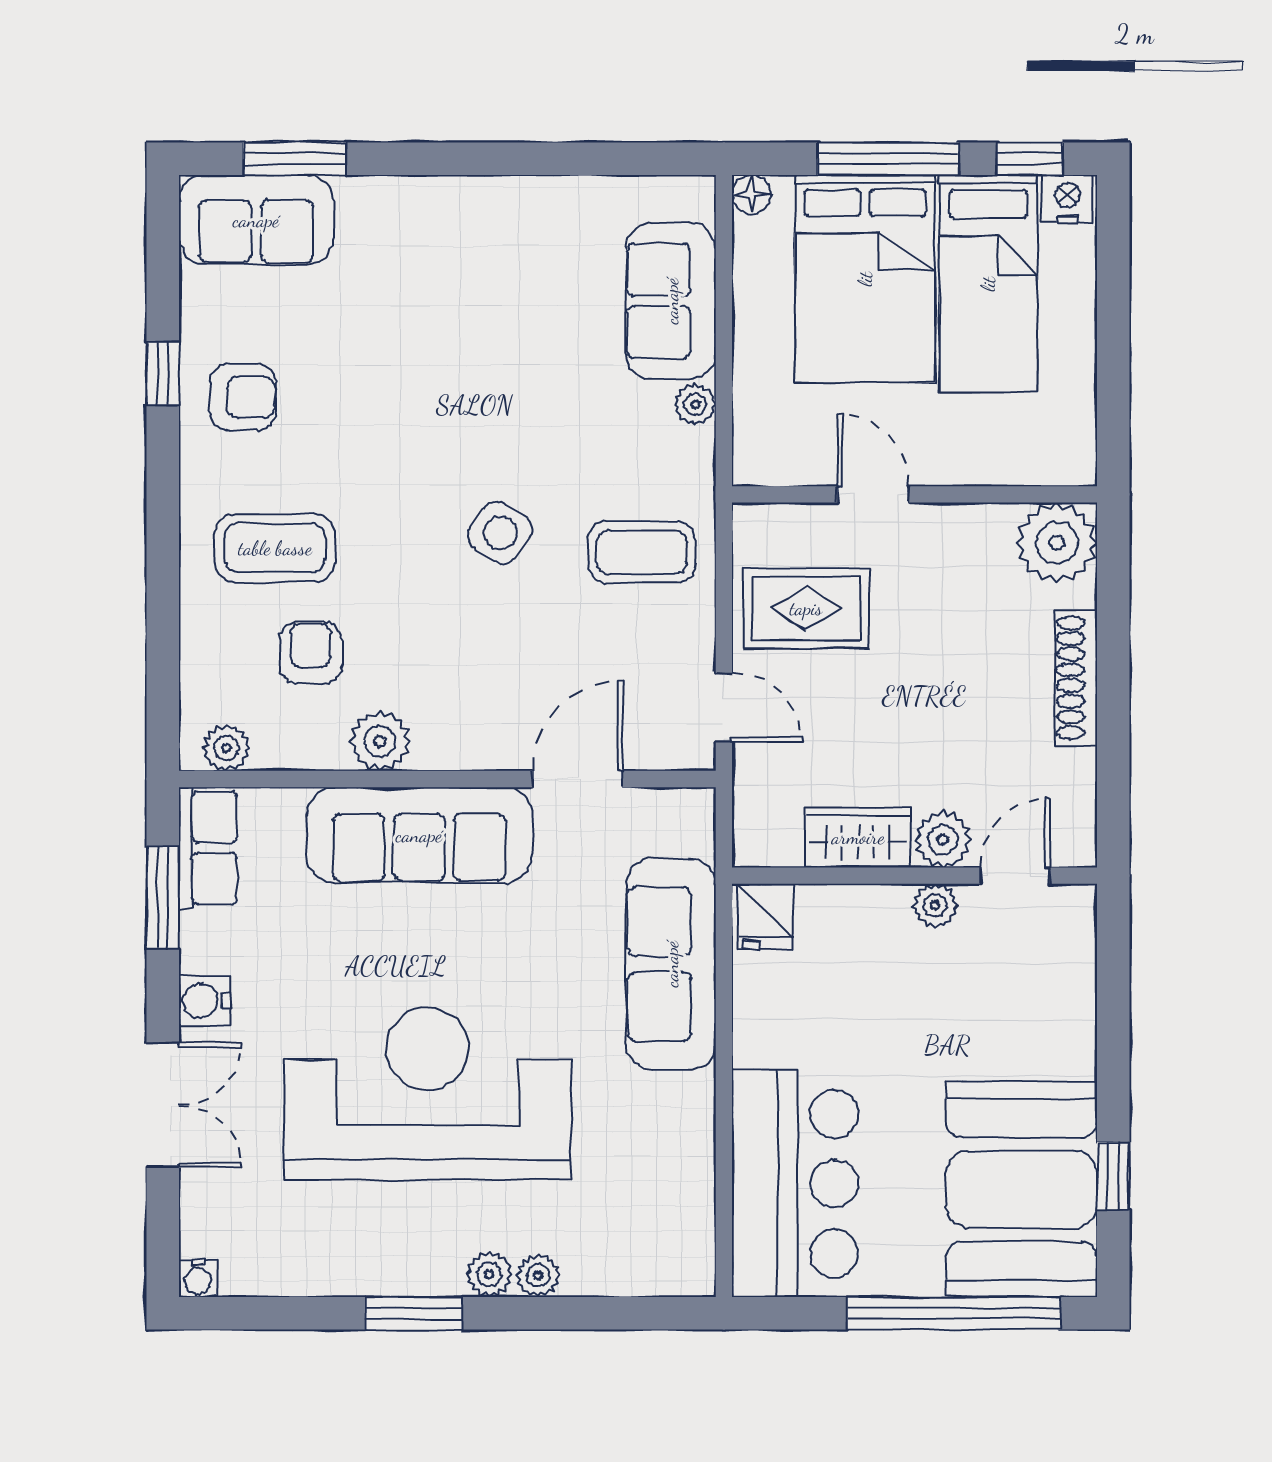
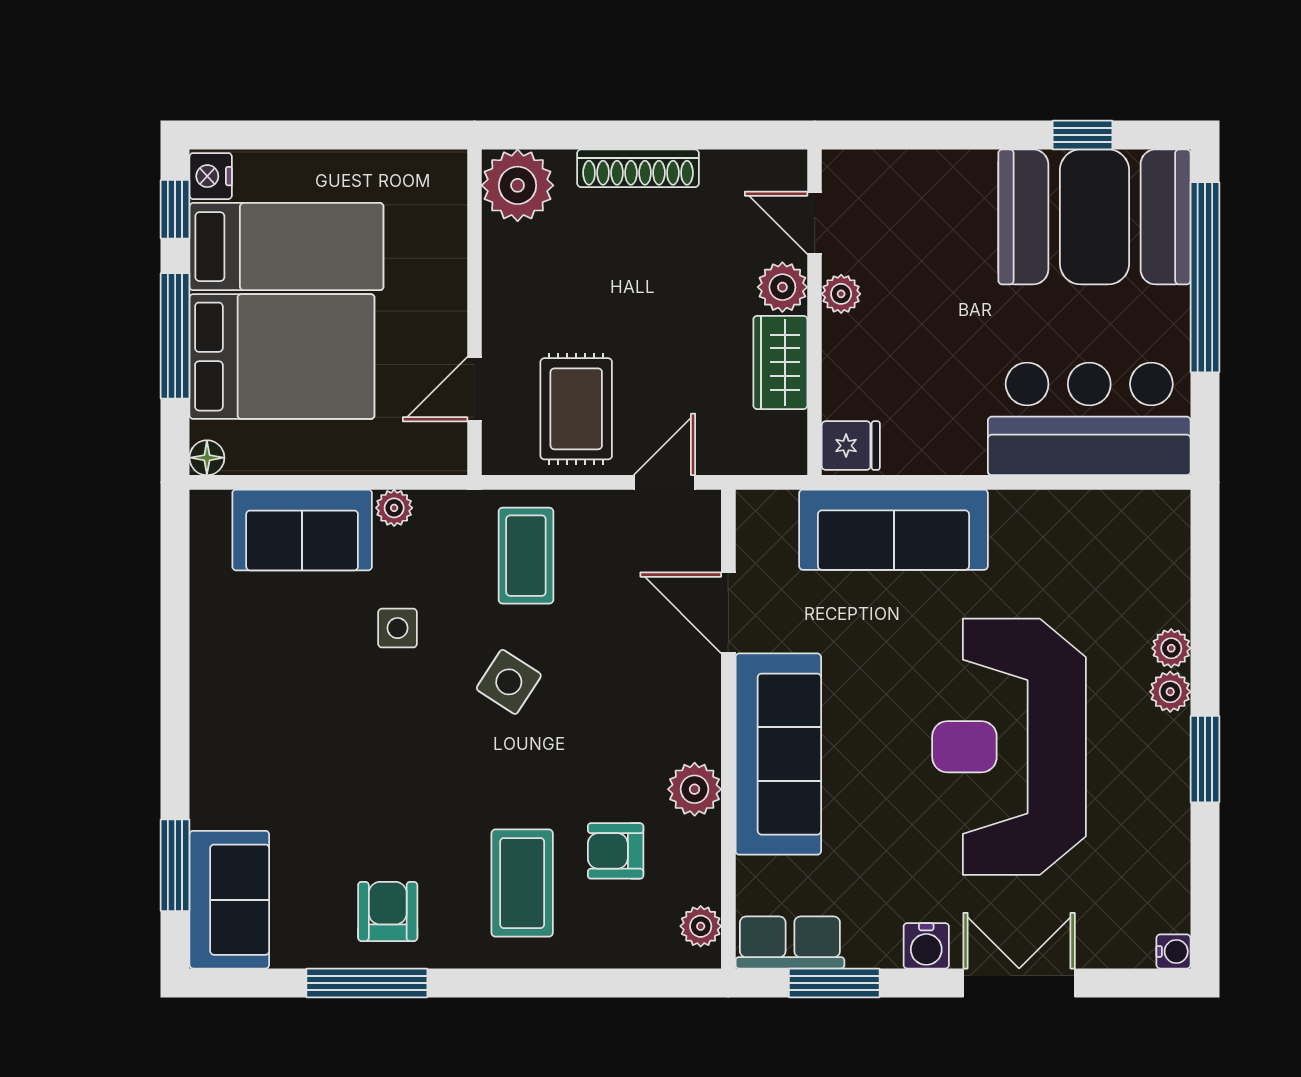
window: (163, 374) -> (367, 983), width x2.17
side table: (561, 408) -> (398, 628), added
door: (873, 494) -> (474, 389), moved

